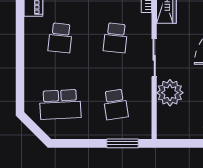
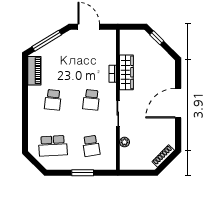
plant: (170, 93) -> (125, 142), width x0.53, depth x0.53
window: (122, 143) -> (83, 173), moved

